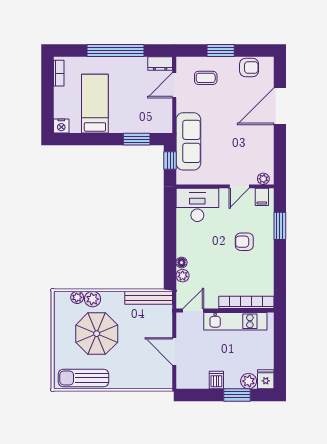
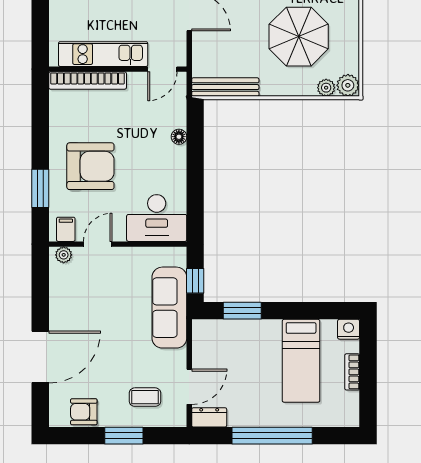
bookcase: (59, 73) -> (352, 372), moved
armchair: (244, 242) -> (90, 166), width x1.88, depth x1.88
plant: (183, 276) -> (178, 118), removed
plant: (93, 299) -> (348, 85), moved

